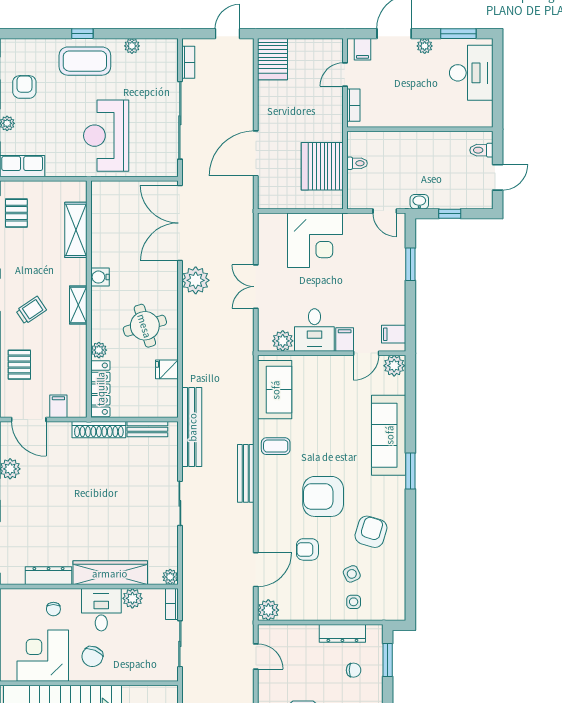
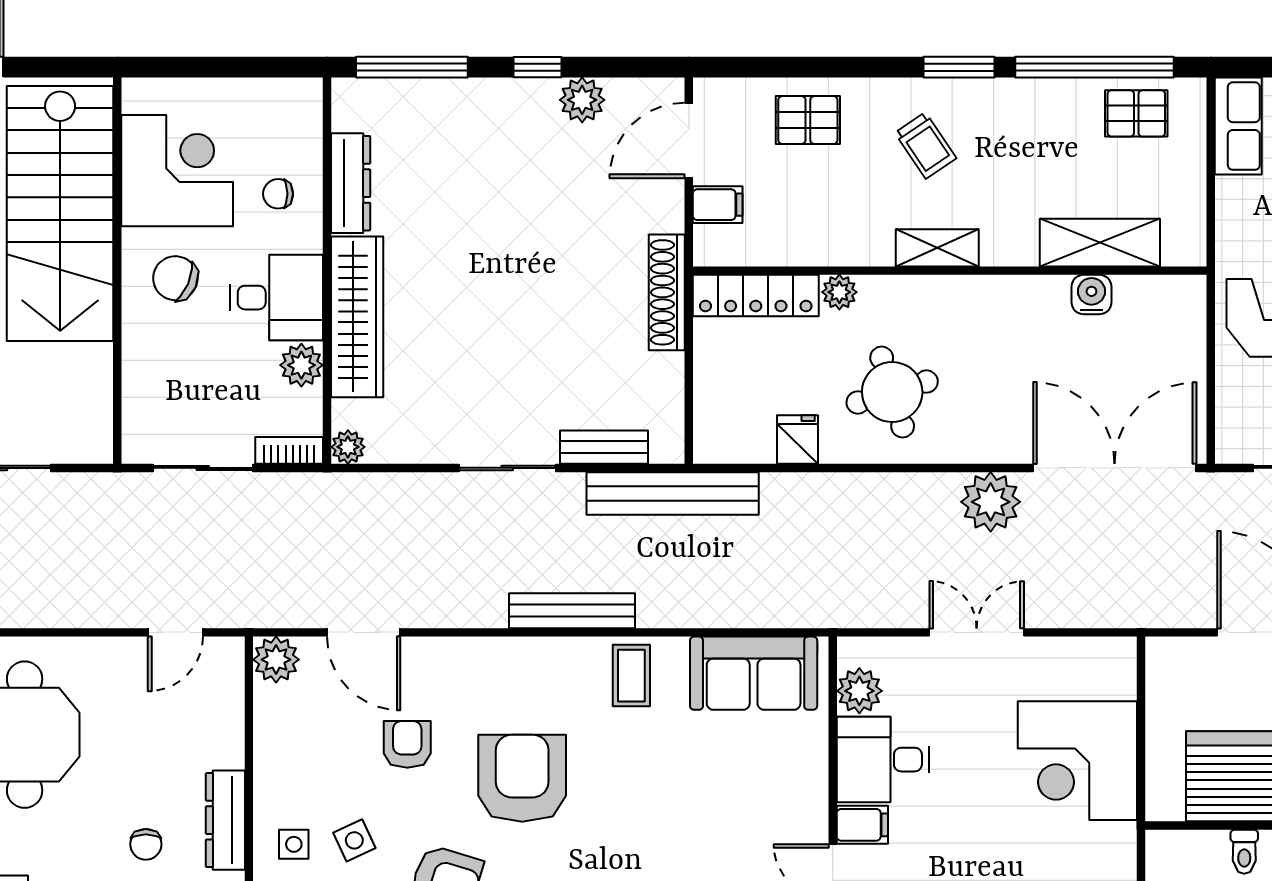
water cooler: (100, 277) -> (1091, 295), moved
bench: (147, 429) -> (604, 447), moved, turned 90

